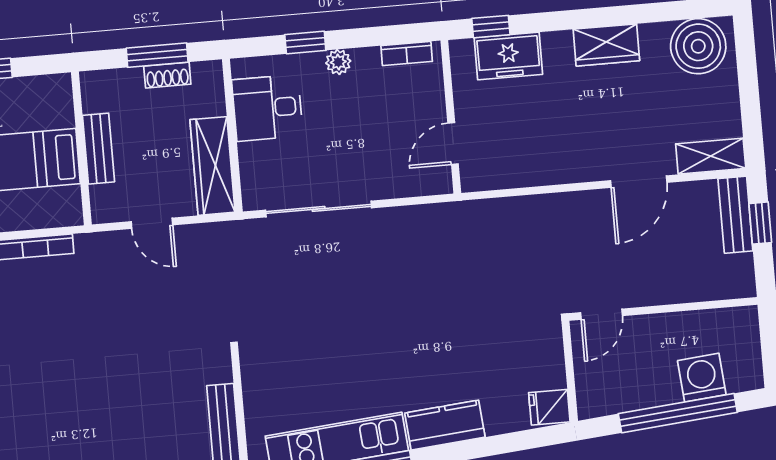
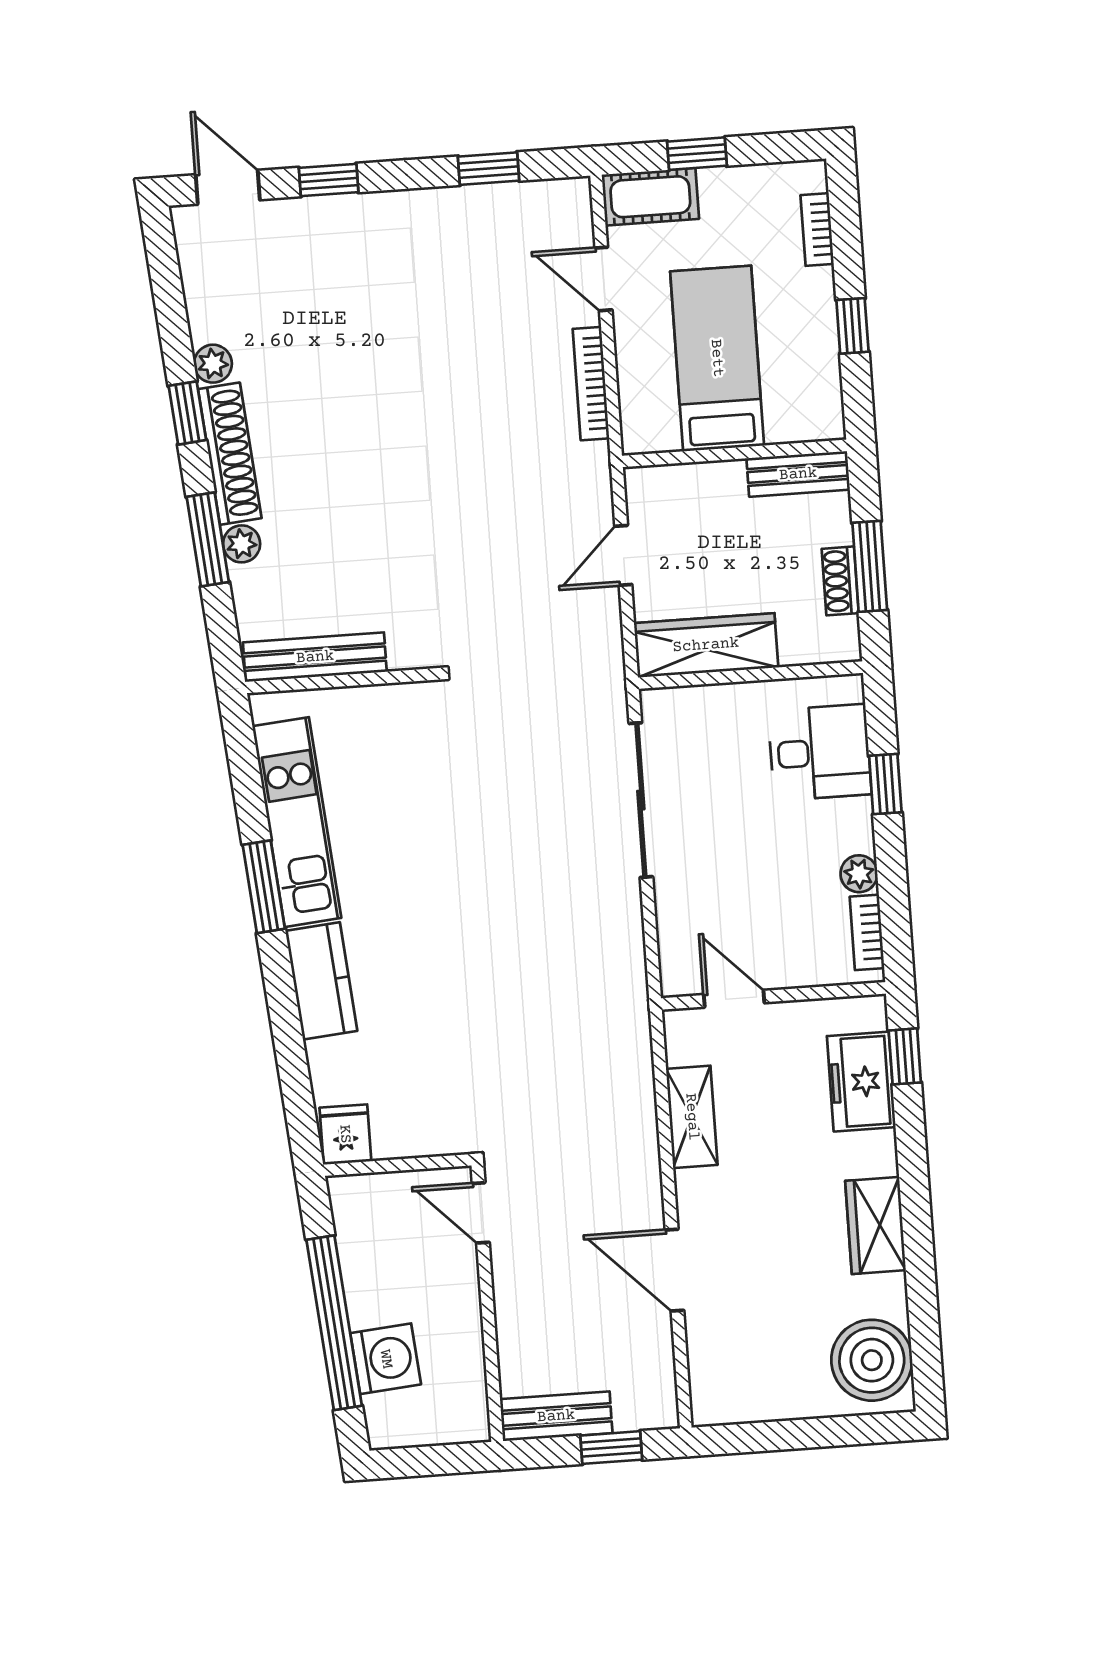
plant: (338, 62) -> (859, 874), moved
desk: (267, 108) -> (820, 752), moved, turned 90
bench: (98, 149) -> (798, 474), moved
shelving: (711, 156) -> (692, 1117), moved
bench: (735, 215) -> (556, 1416), moved

